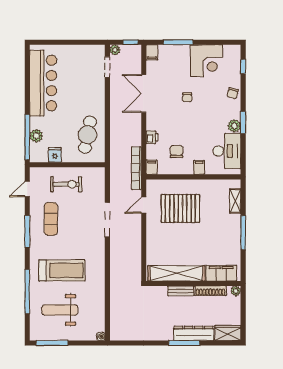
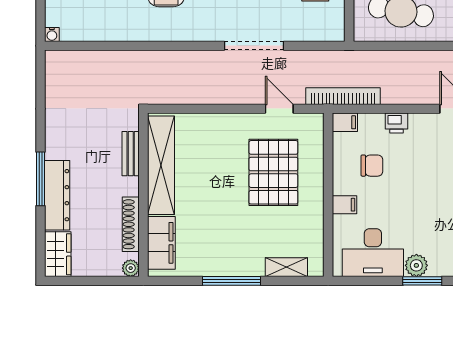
bench: (181, 291) -> (131, 154), moved

